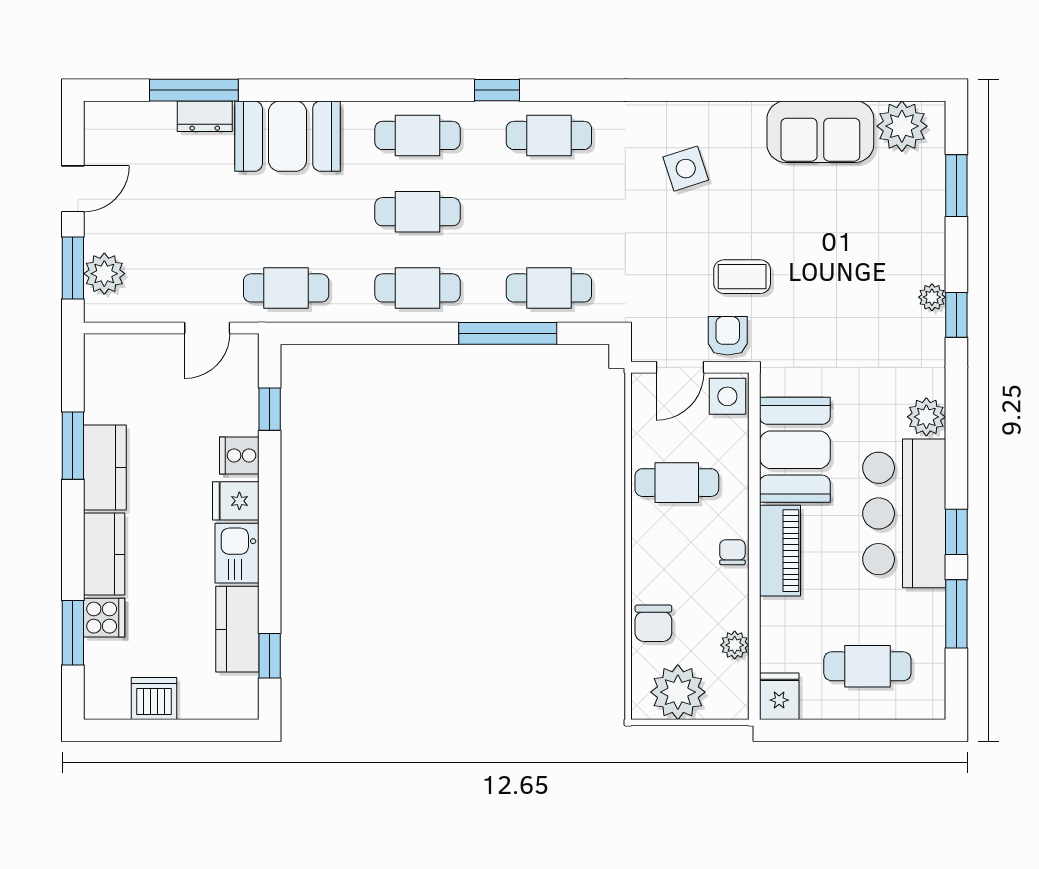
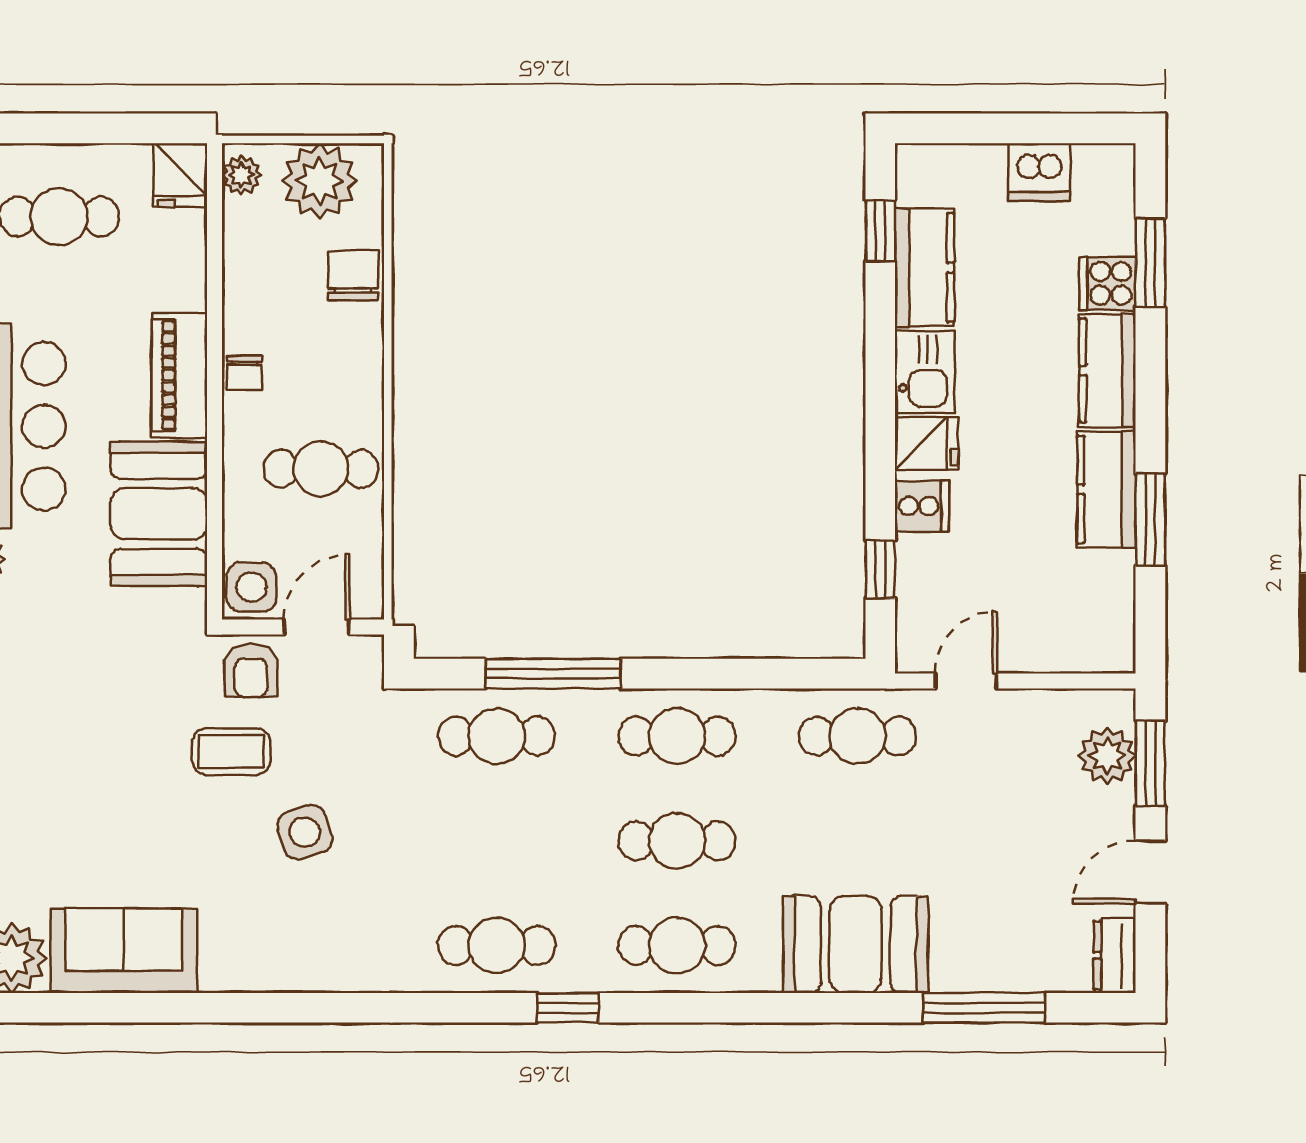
dresser: (205, 116) -> (1115, 956), moved, turned -90
side table: (686, 169) -> (305, 832), moved
plant: (735, 645) -> (241, 175), moved

